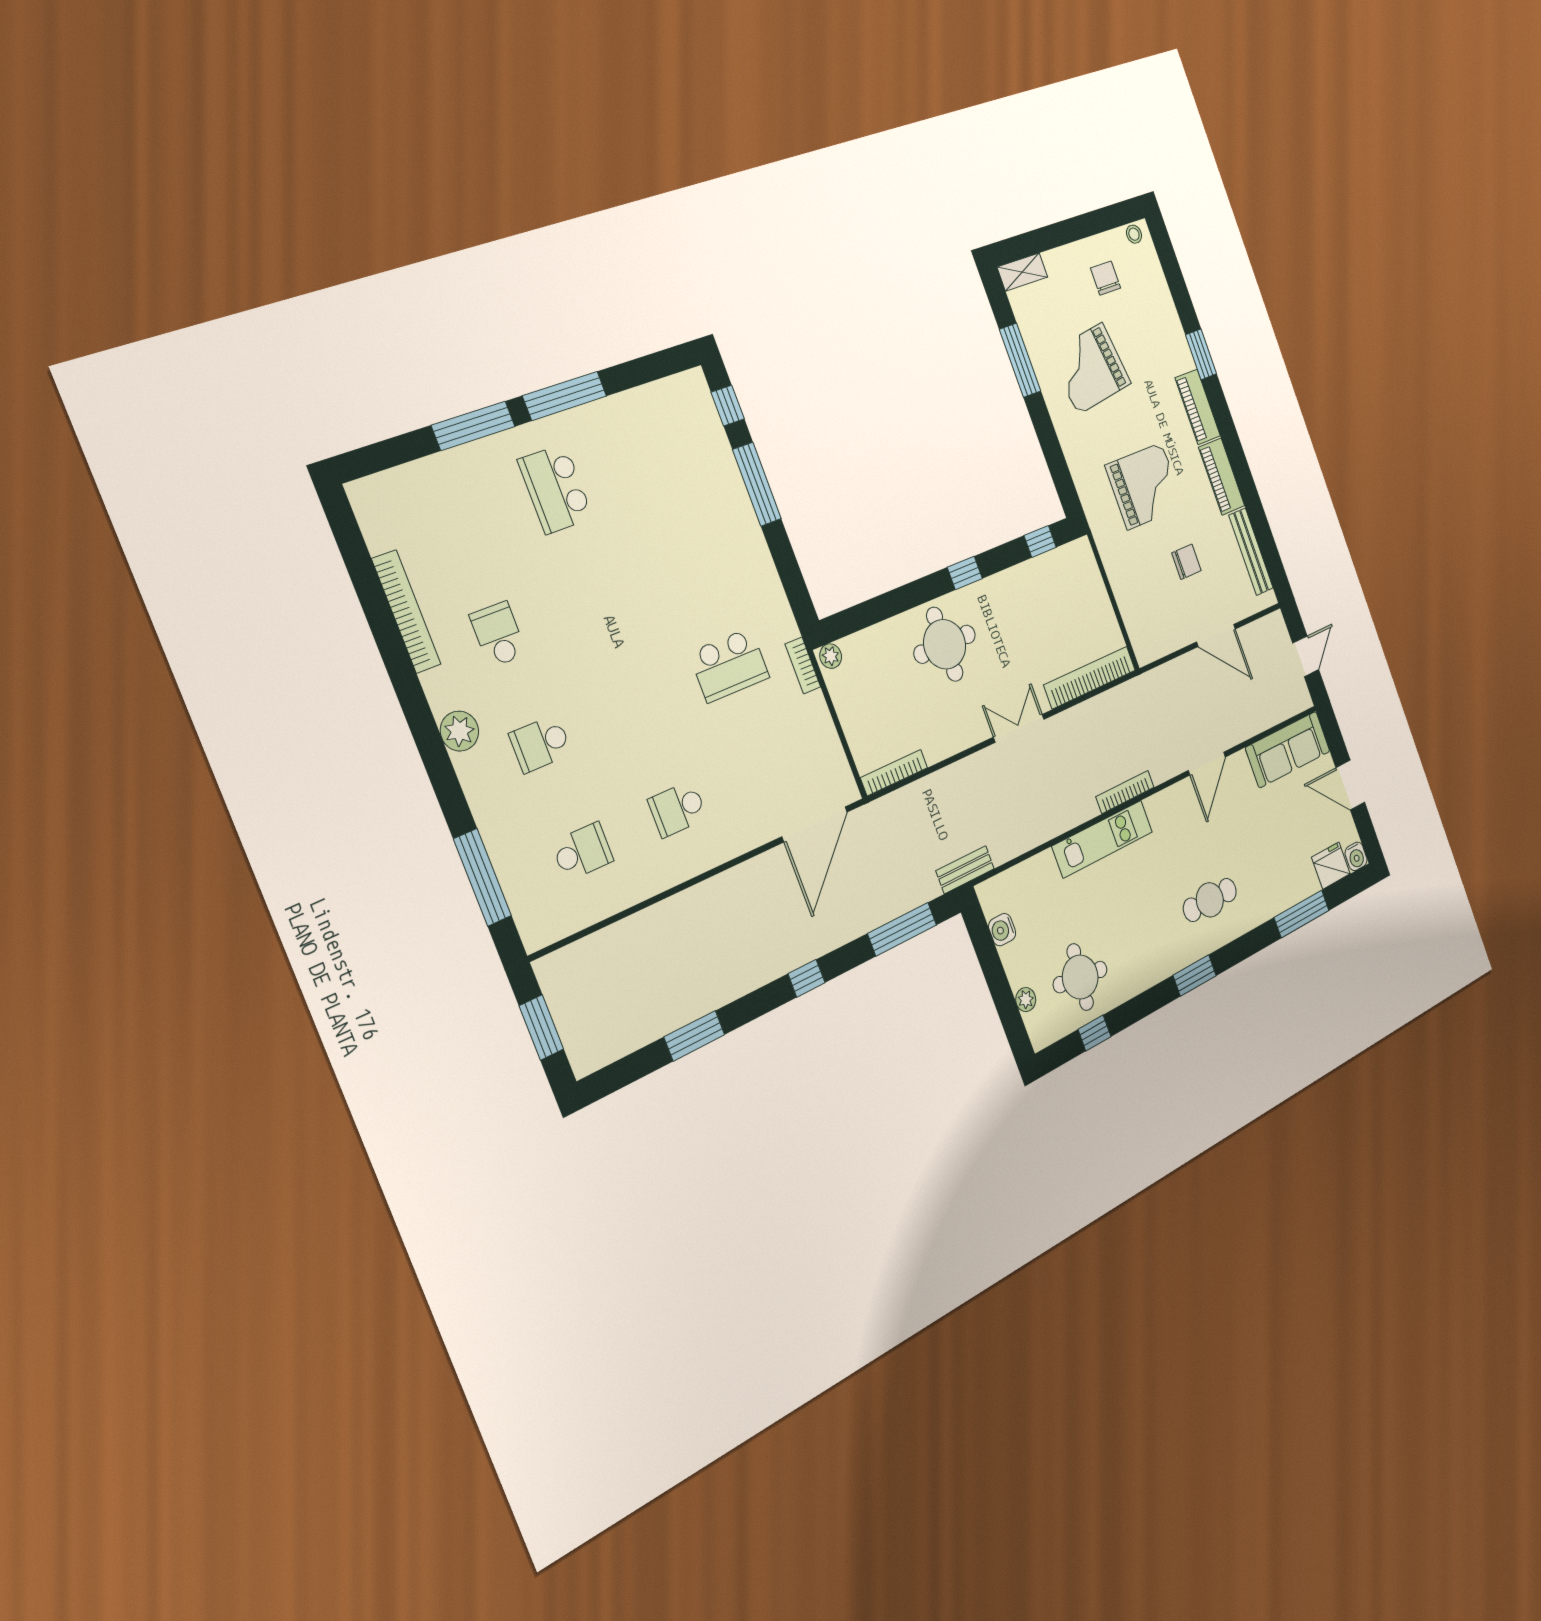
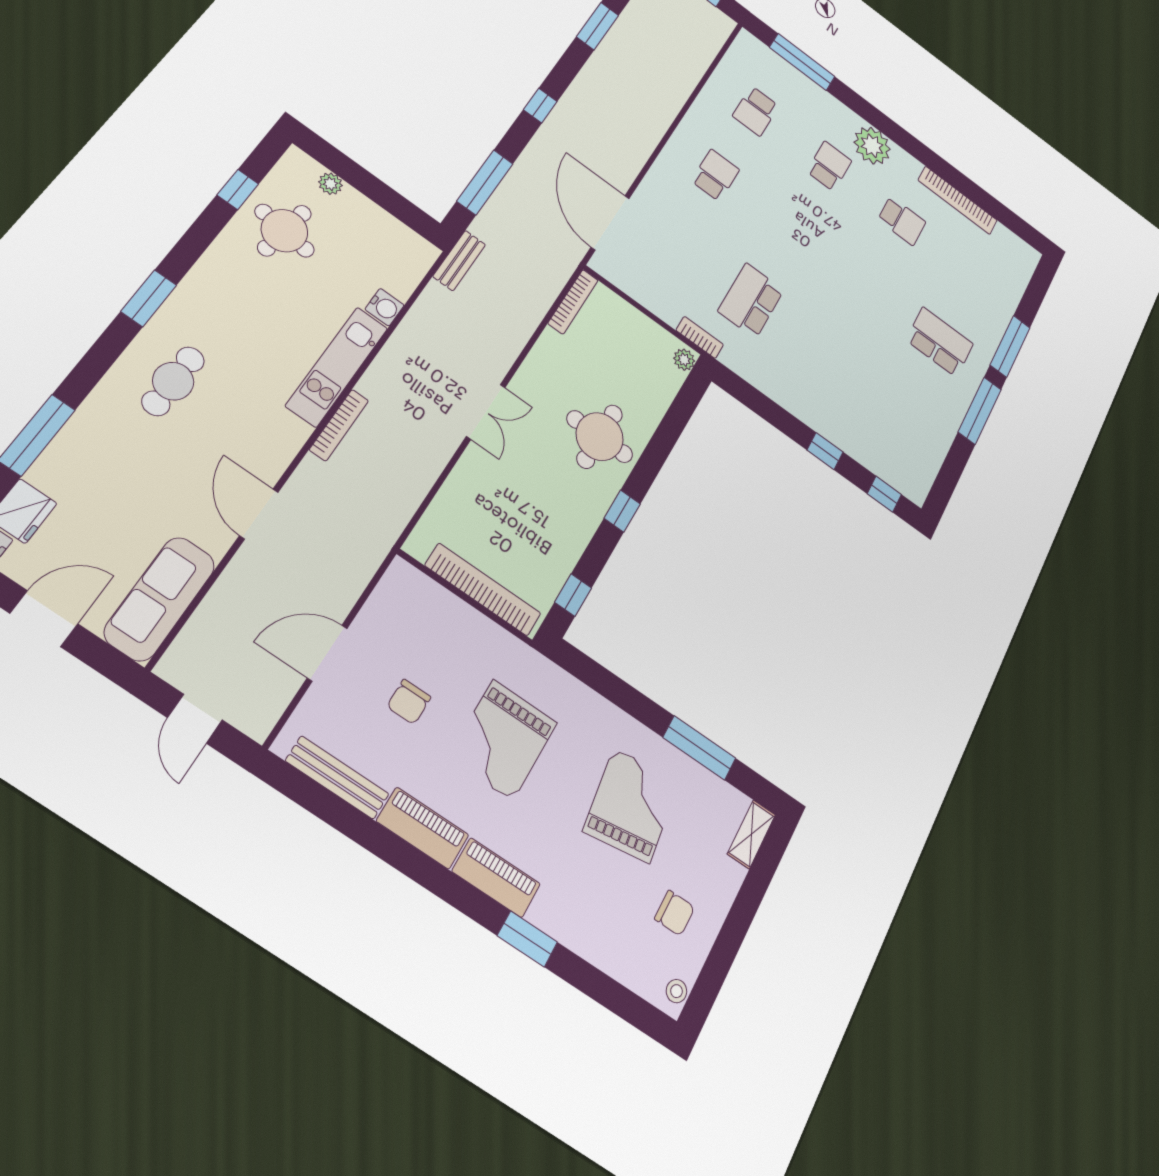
window: (757, 484) -> (825, 451), width x0.46
bookcase: (1090, 677) -> (483, 589), moved, turned -90
plant: (459, 731) -> (872, 146), width x1.36, depth x1.36
water cooler: (1002, 930) -> (385, 307), moved, turned 90

